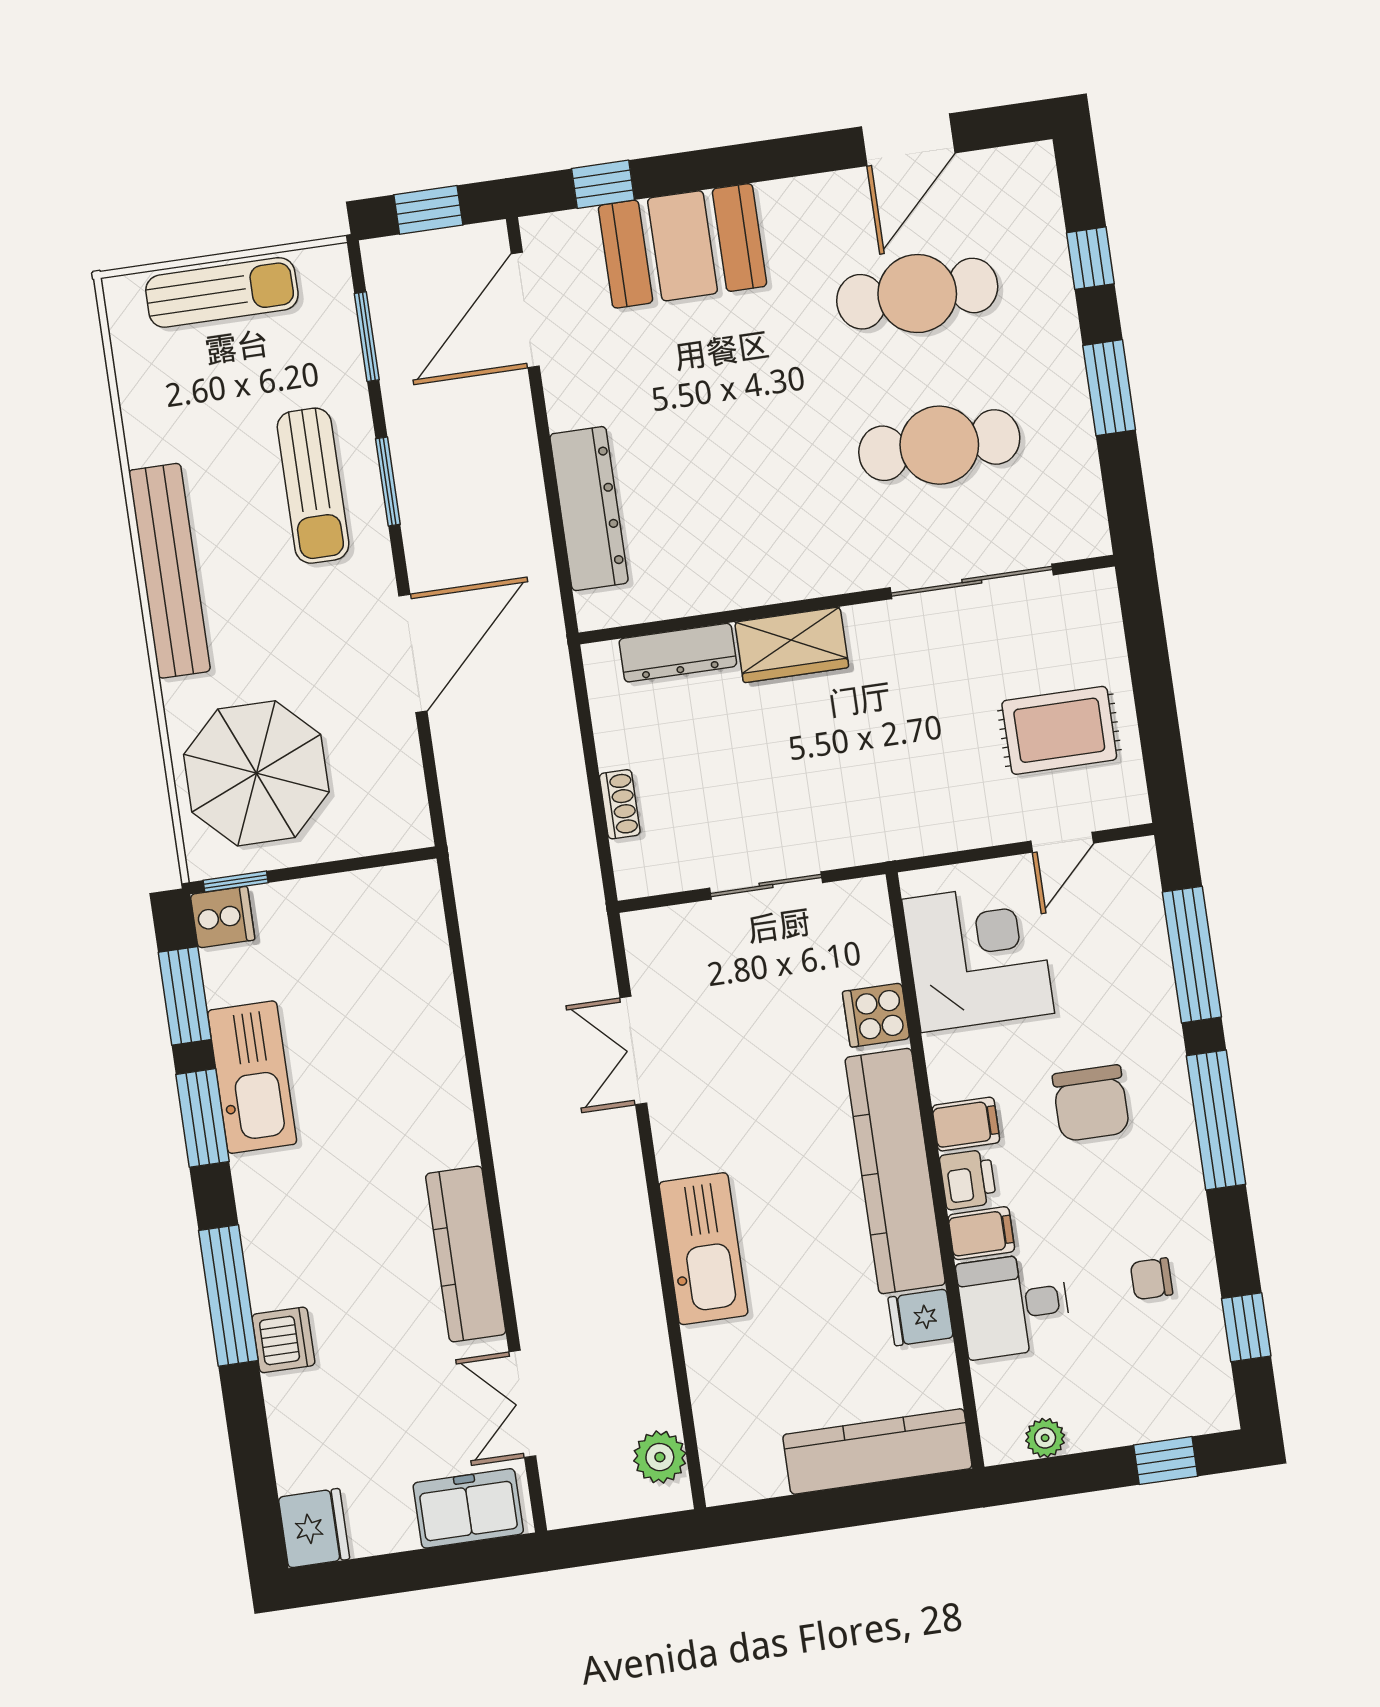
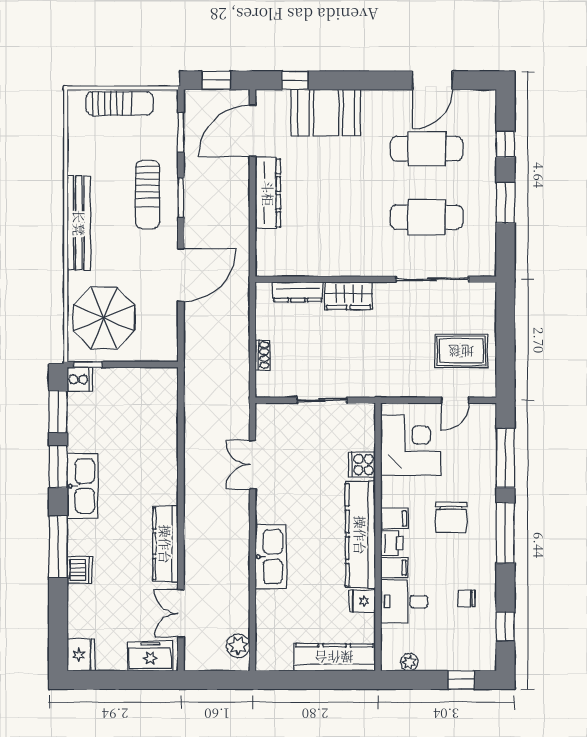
dresser: (589, 509) -> (268, 193), moved
kitchen sink: (252, 1077) -> (83, 486), moved

